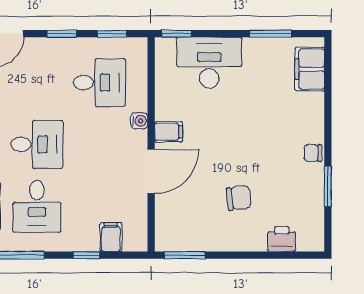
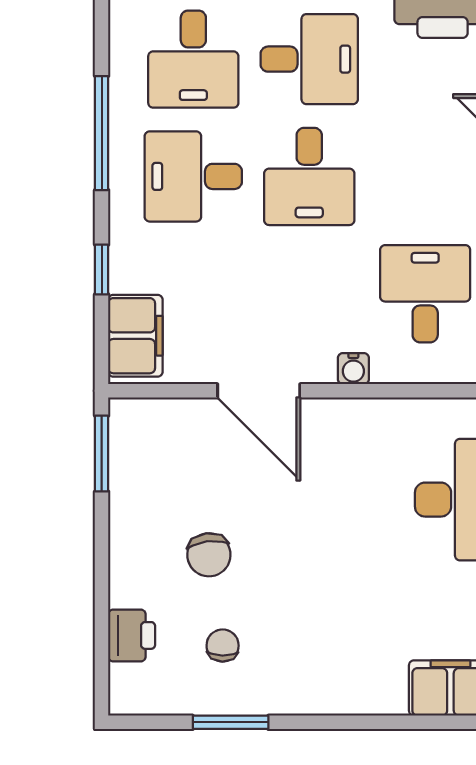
desk: (99, 83) -> (425, 294), turned 180
filing cabinet: (169, 132) -> (333, 423), removed
chair: (313, 153) -> (223, 645), moved
filing cabinet: (111, 237) -> (135, 336), width x2.00

